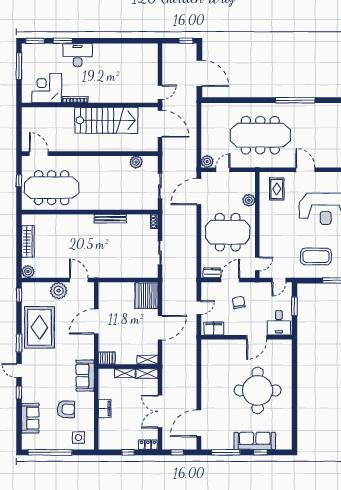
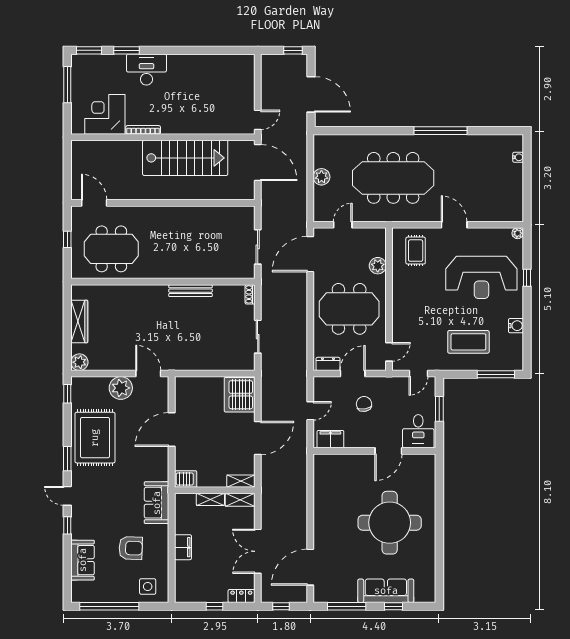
plant: (136, 162) -> (225, 214), removed
plant: (207, 162) -> (321, 177), moved
meeting table: (52, 188) -> (111, 249), width x0.73

